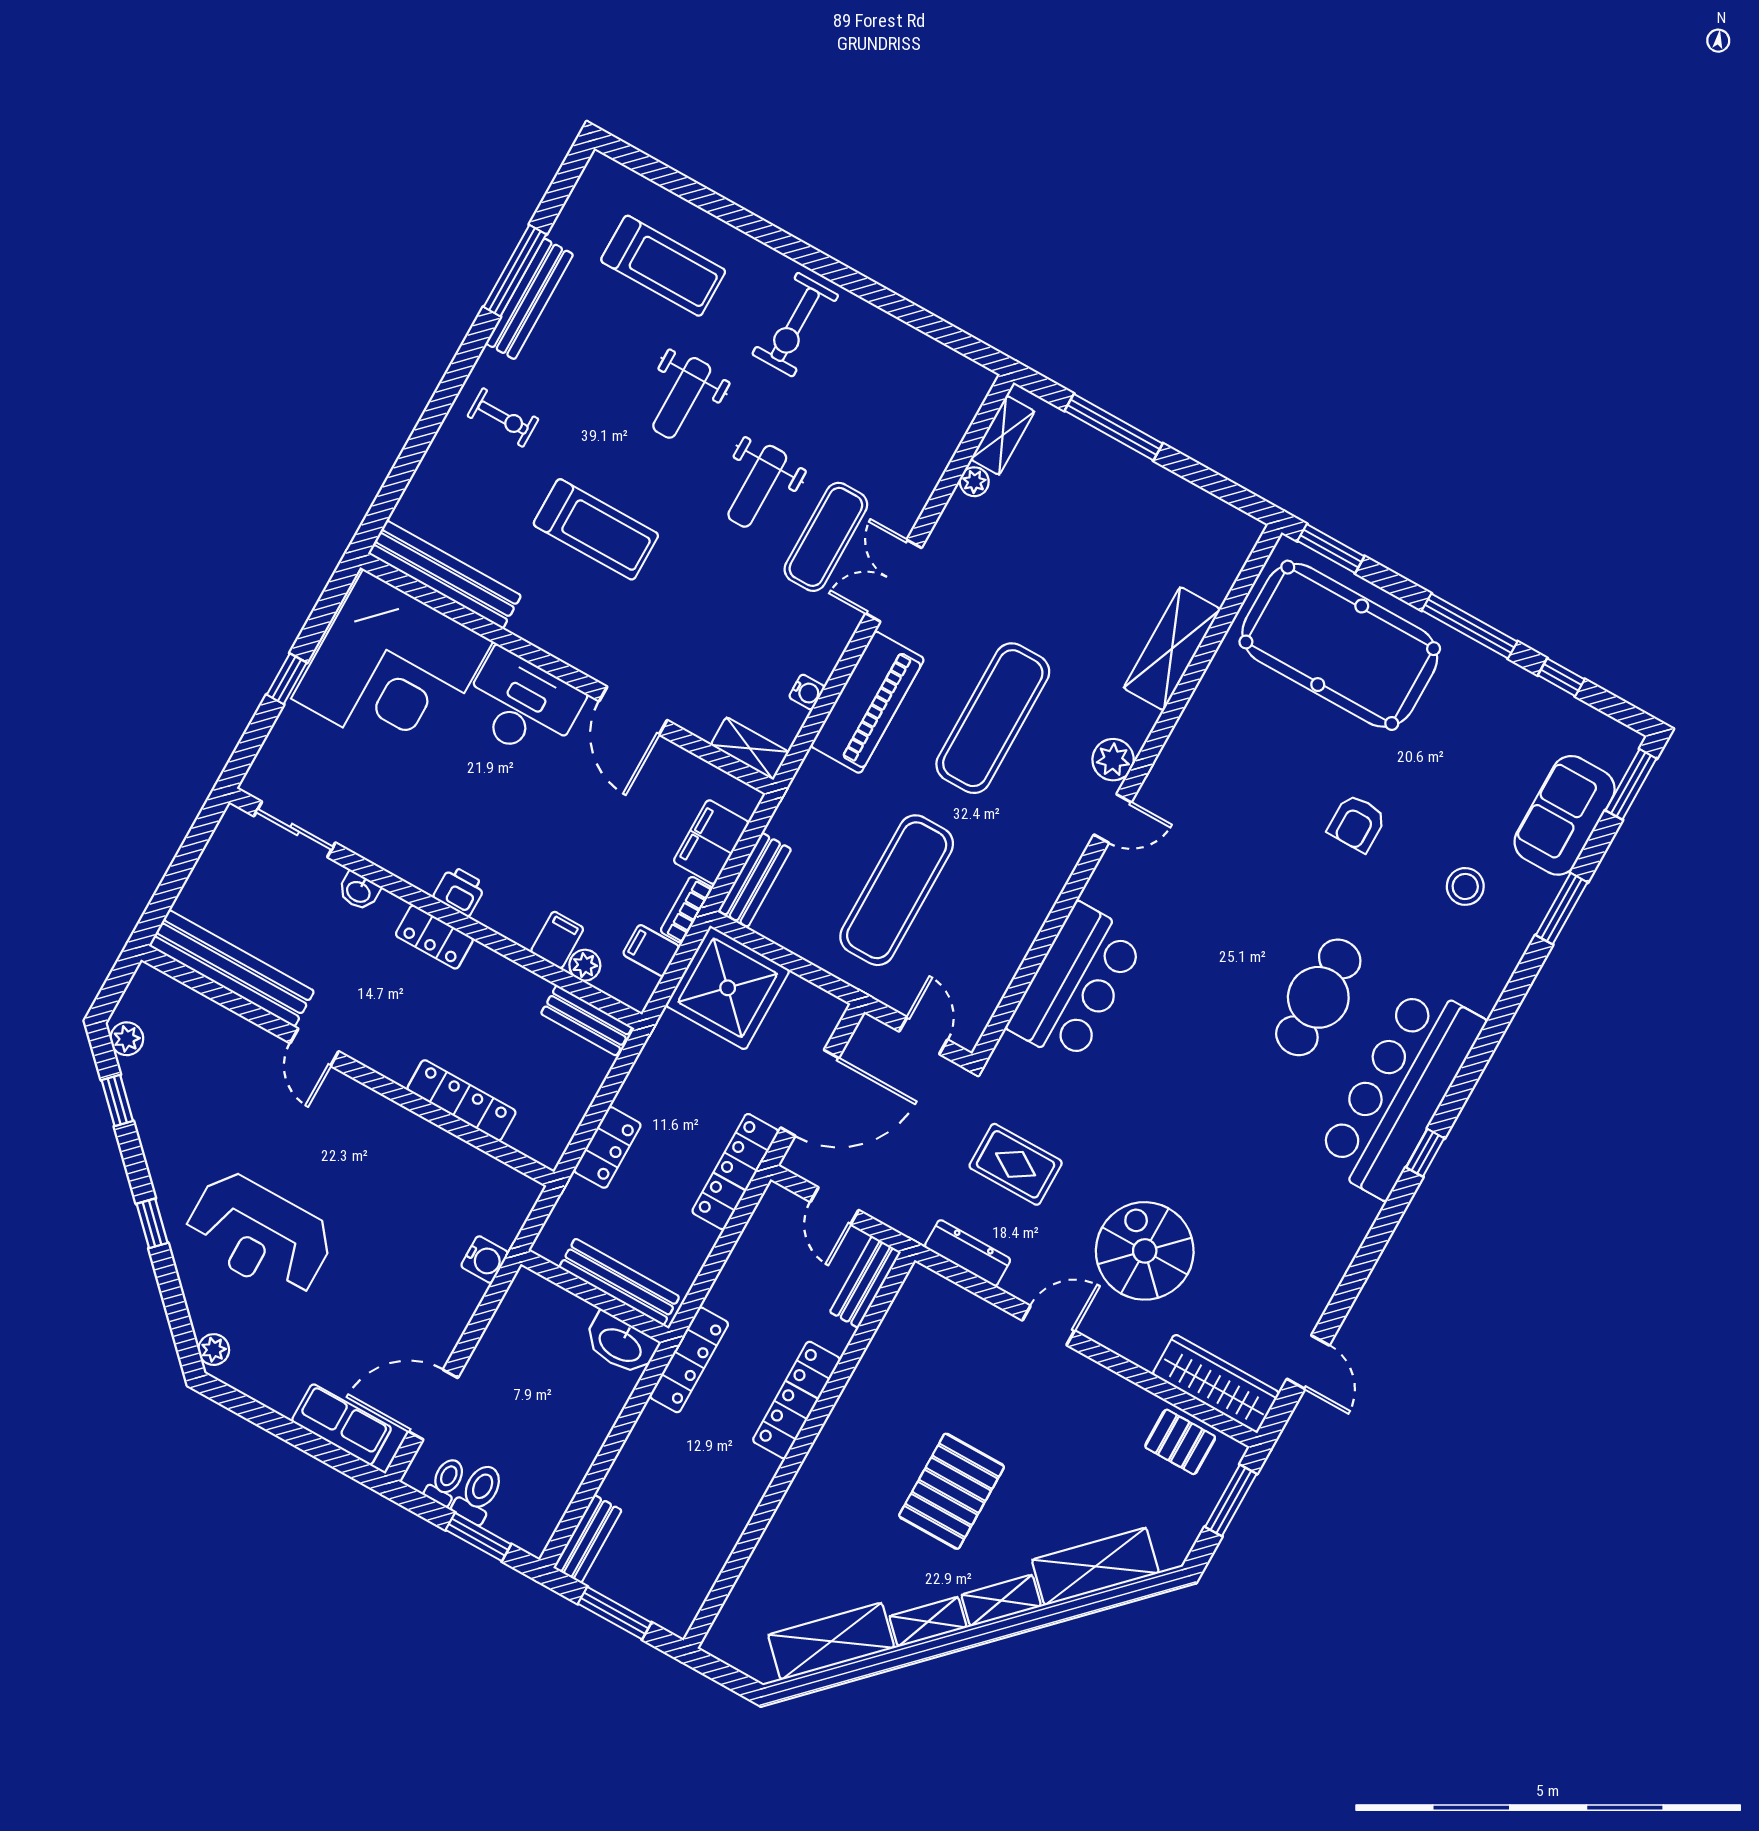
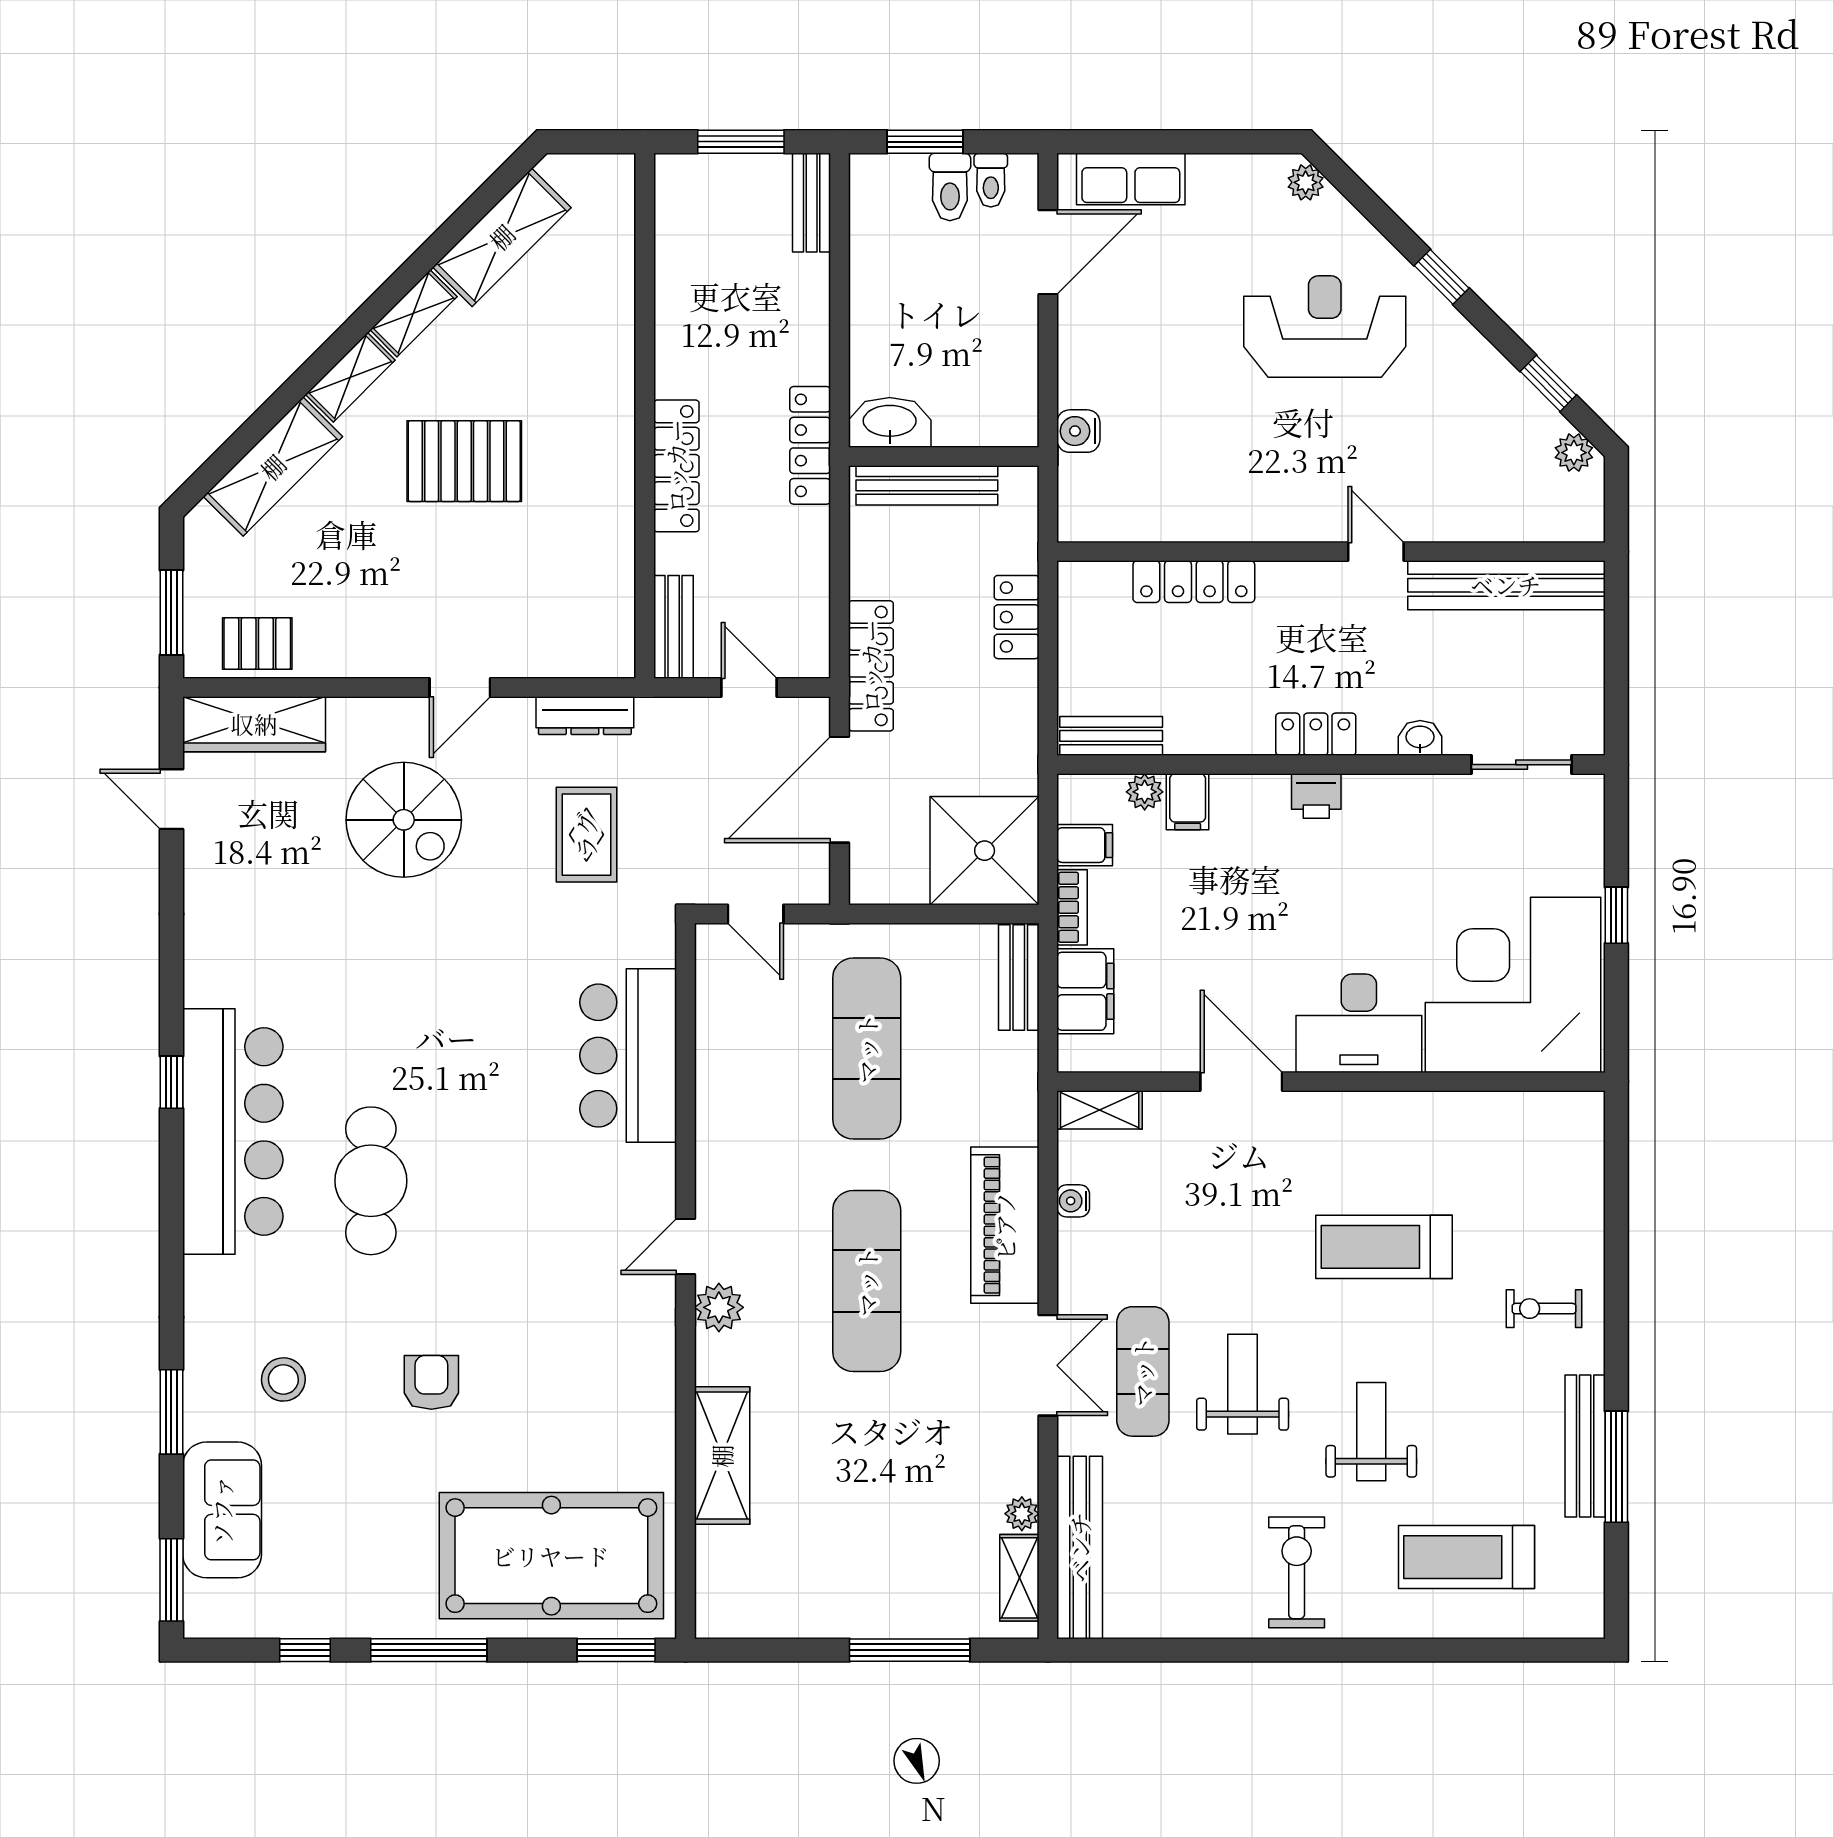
bench: (445, 574) -> (1080, 1547), moved, turned 90
rug: (1016, 1164) -> (586, 835), turned 90
pallet: (952, 1491) -> (464, 461), turned 90

